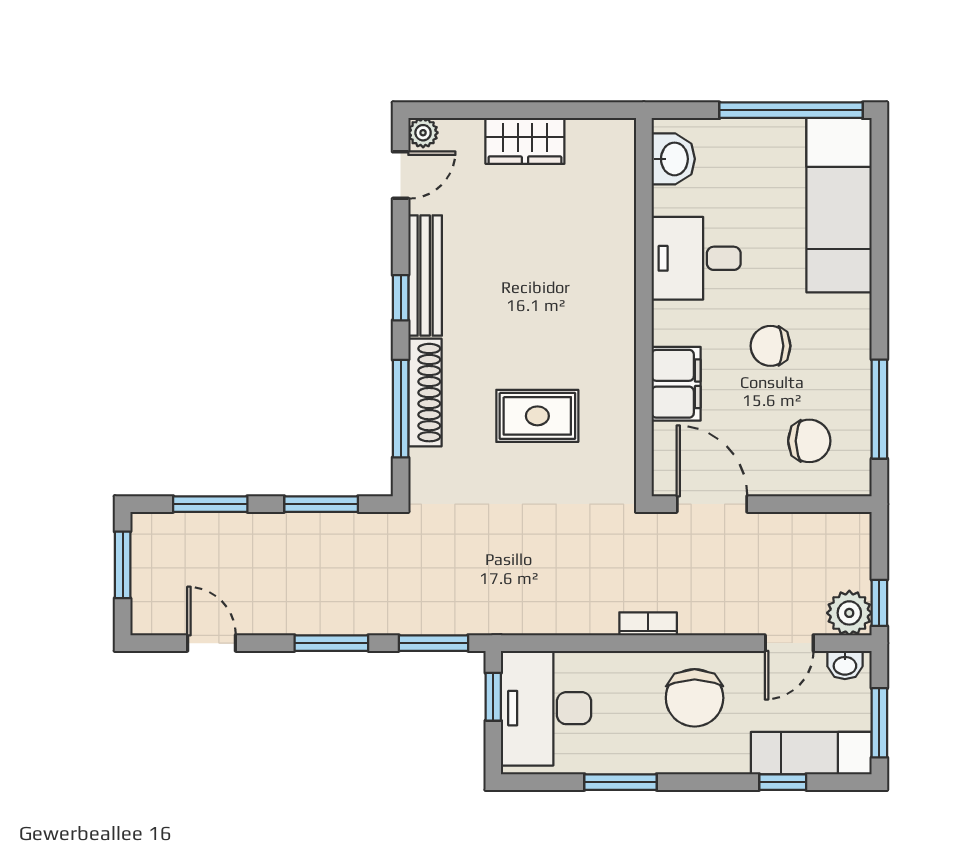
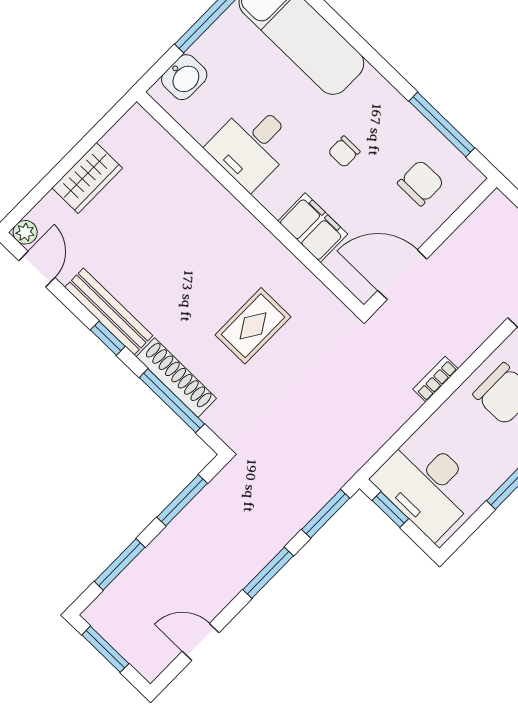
washbasin: (673, 159) -> (184, 77), moved, turned 90
chair: (771, 346) -> (344, 152), width x0.73, depth x0.73

